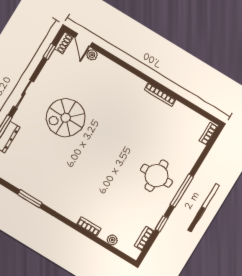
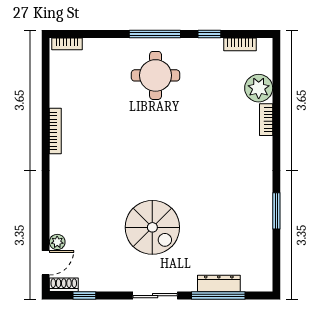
plant: (112, 240) -> (259, 88), width x1.88, depth x1.88

